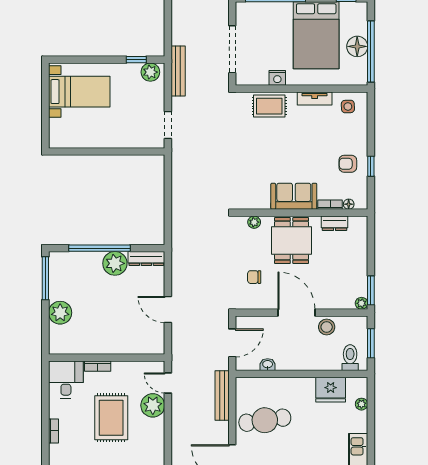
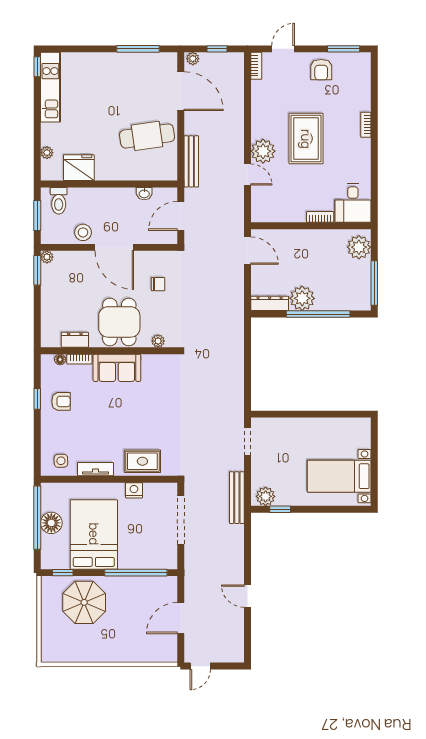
wall: (107, 358) -> (311, 226), moved
bookcase: (98, 366) -> (320, 217), moved
desk: (66, 380) -> (353, 203), moved

